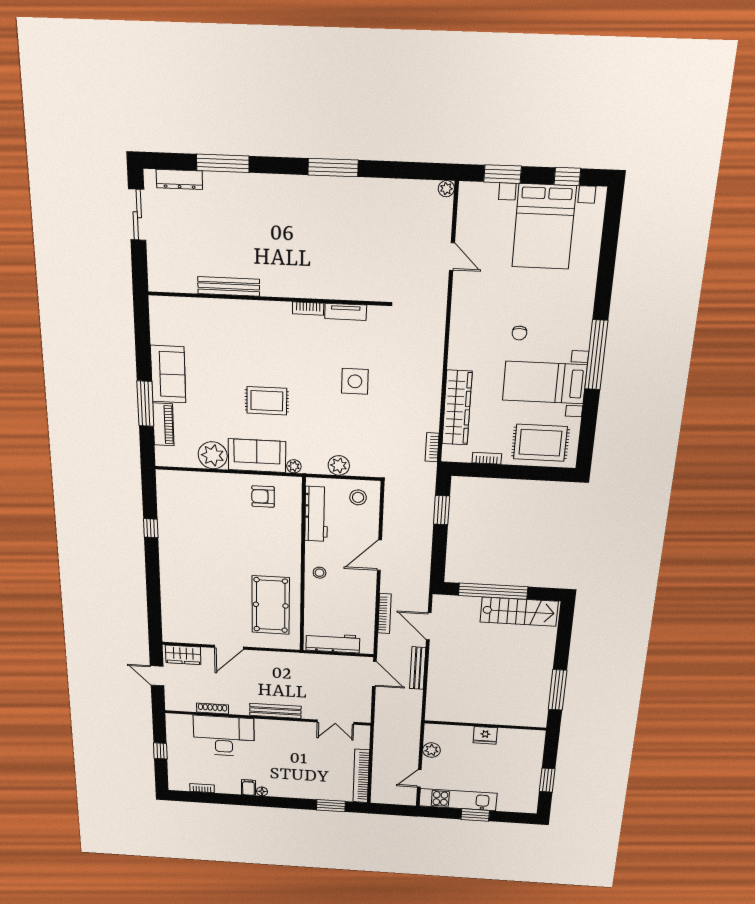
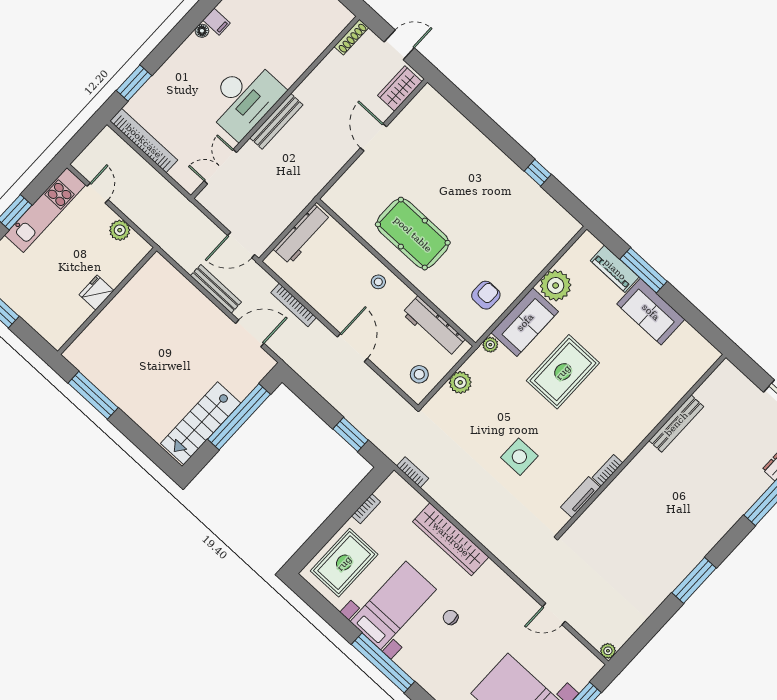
rug: (267, 401) -> (563, 372), width x1.36, depth x1.43
wardrobe: (457, 408) -> (451, 539), moved
pool table: (271, 605) -> (413, 234), moved
shoe rack: (213, 709) -> (351, 37), moved
desk: (224, 736) -> (244, 99), moved

